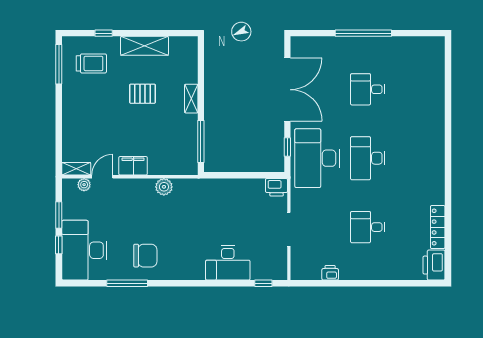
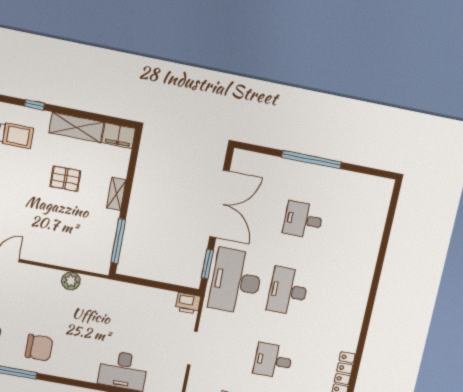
window: (287, 147) -> (207, 264), width x1.50
filing cabinet: (133, 166) -> (119, 136), moved, turned 180

